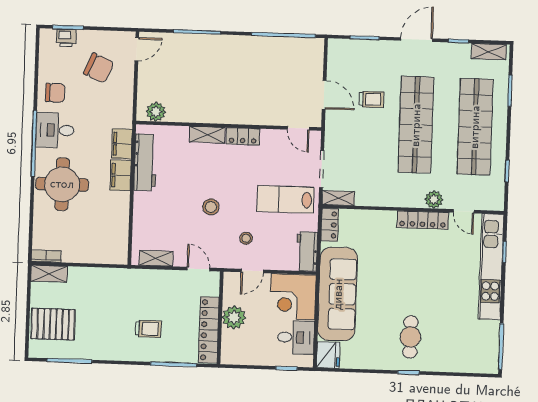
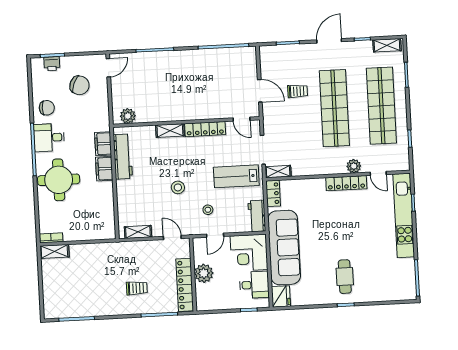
locker: (243, 136) -> (205, 129), width x1.53
pallet: (53, 324) -> (61, 291), removed

